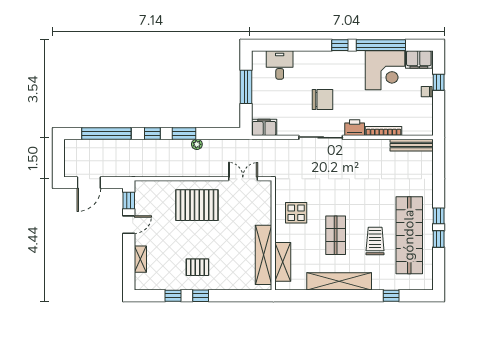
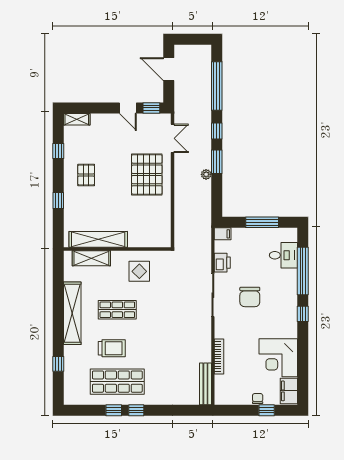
window: (381, 45) -> (303, 271), moved
filing cabinet: (264, 127) -> (223, 234), width x0.50
printer: (355, 128) -> (222, 263), moved
double door: (243, 179) -> (172, 138), moved
shop shelf: (409, 235) -> (117, 382), width x0.71
shelving: (140, 259) -> (77, 119), moved
window: (201, 296) -> (58, 201), moved

